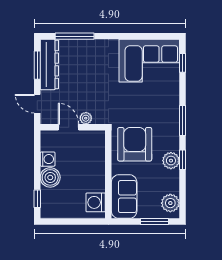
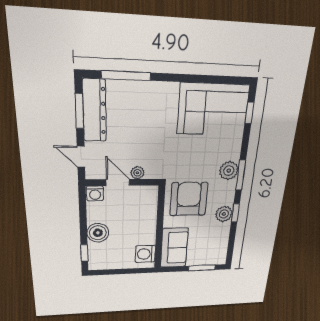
washing machine: (48, 159) -> (95, 193), moved, turned 90
plant: (170, 203) -> (229, 171), moved

